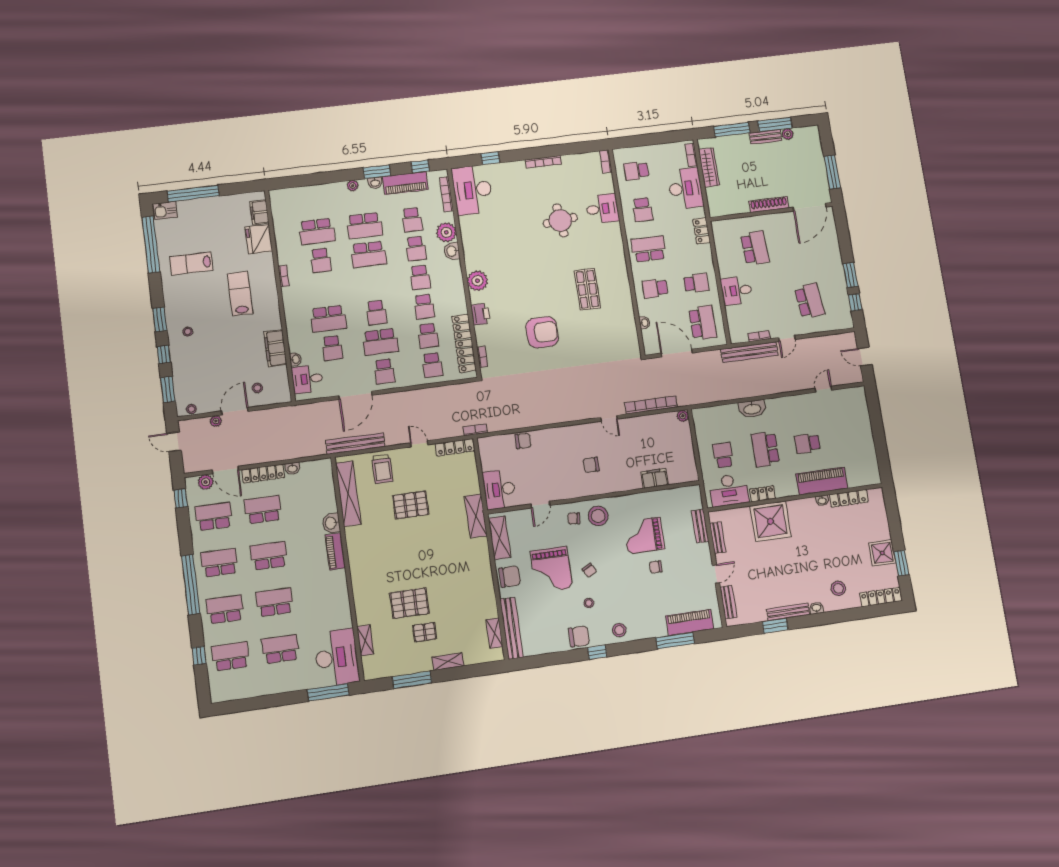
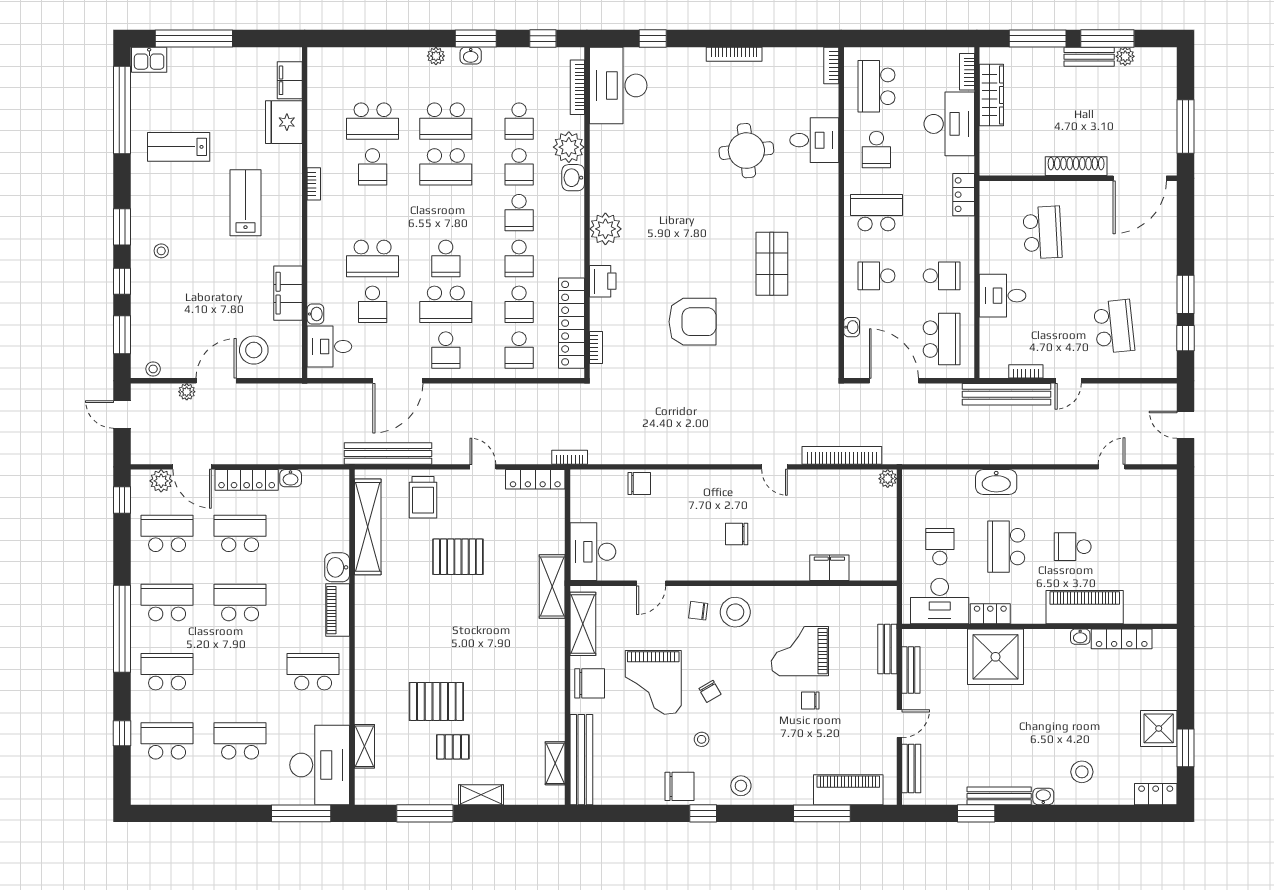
school desk: (636, 171) -> (876, 86), width x1.85
piano: (405, 183) -> (517, 62), removed
stool: (257, 388) -> (254, 350), width x1.89, depth x1.89
locker: (881, 597) -> (1156, 794), width x0.66
school desk: (275, 602) -> (313, 672), moved

